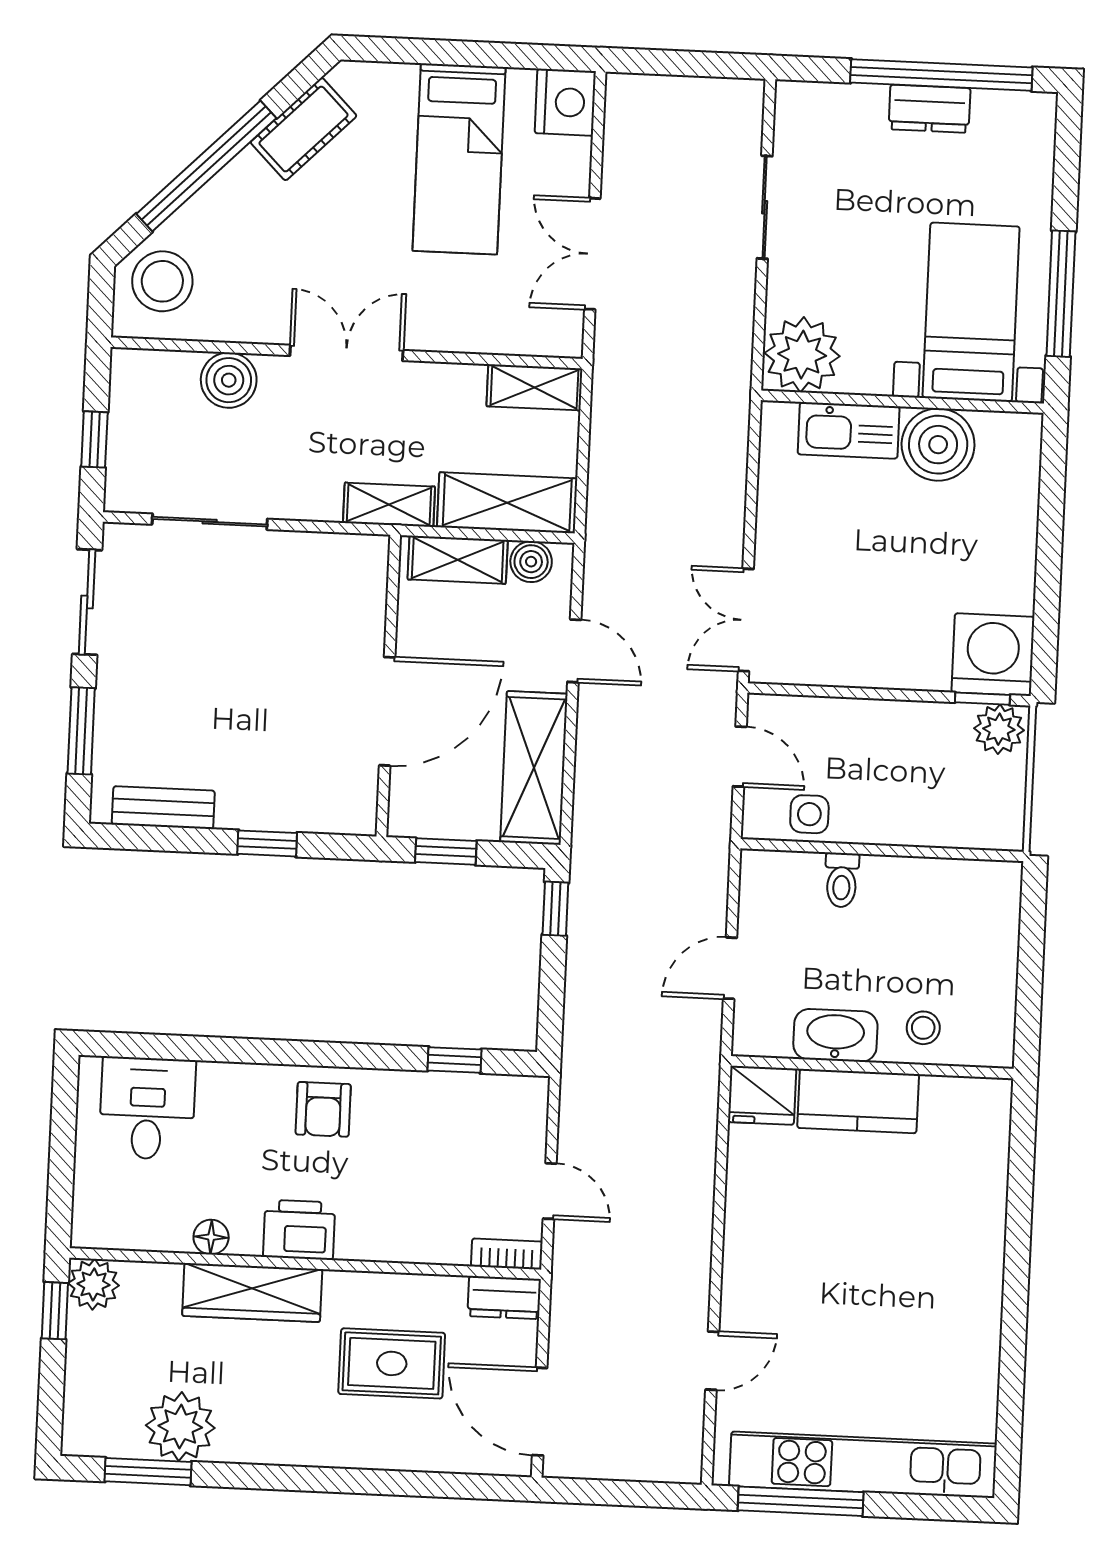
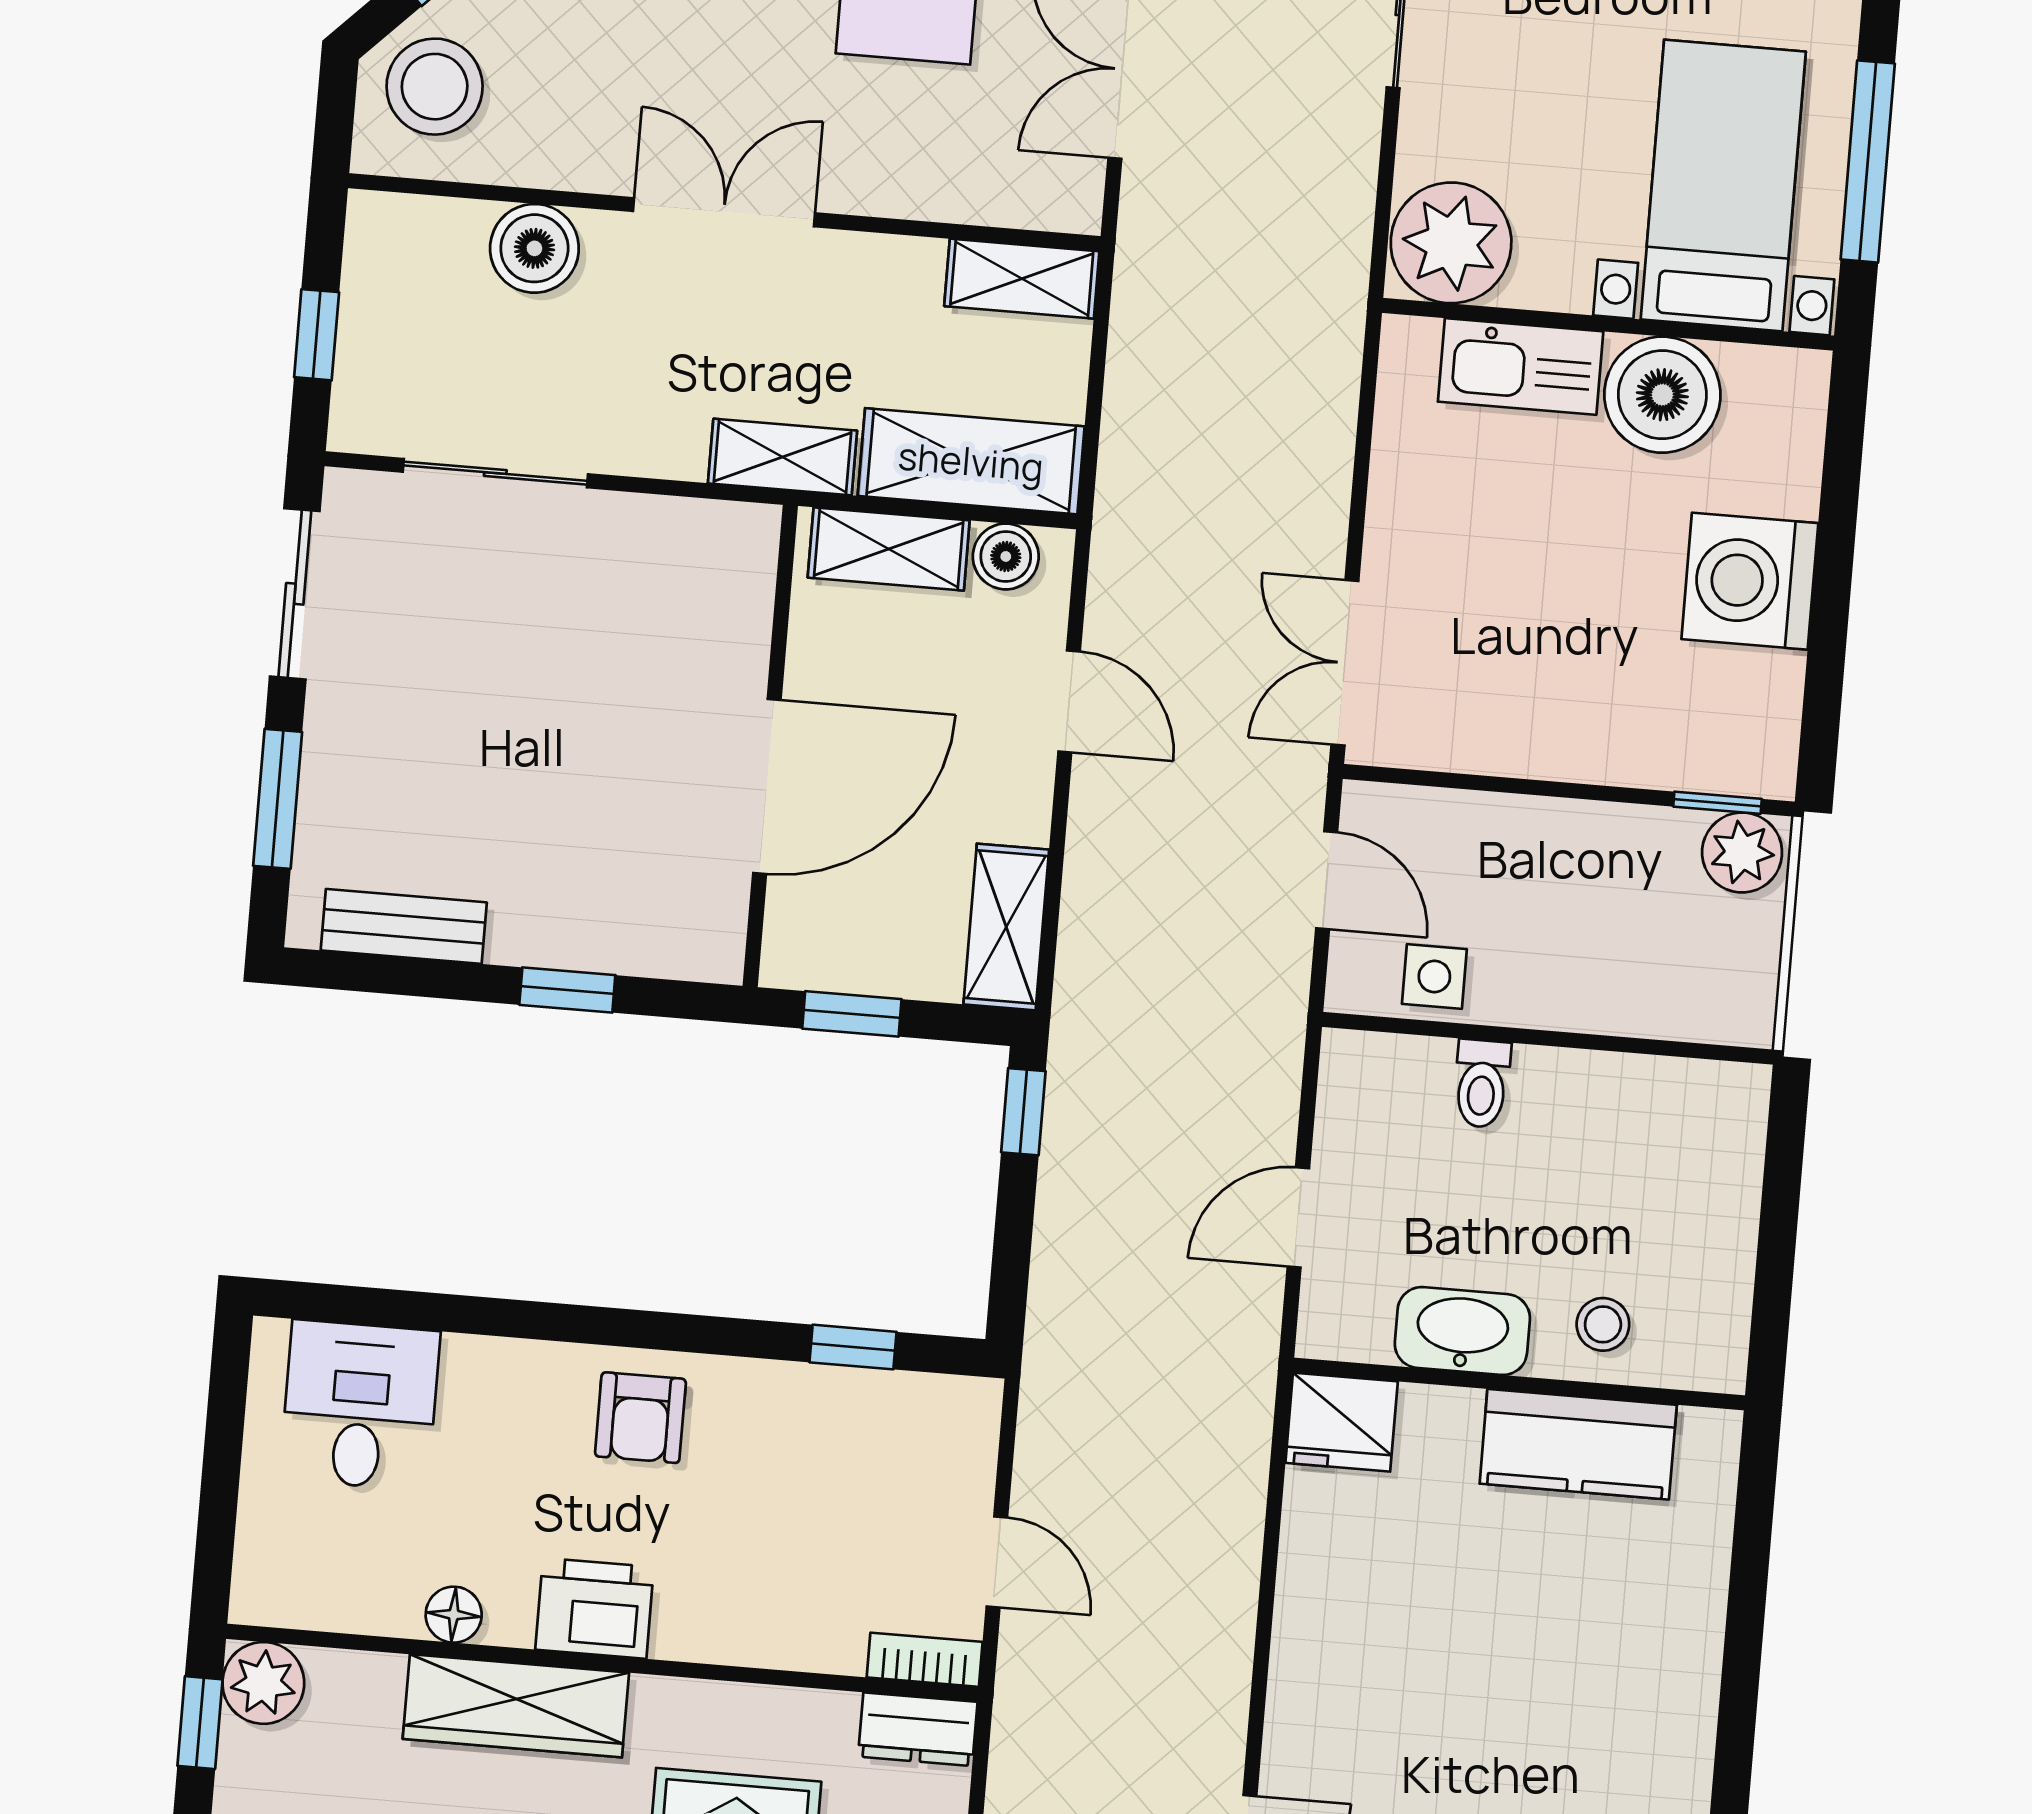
washing machine: (993, 655) -> (1750, 581), moved, turned -90
shelving: (534, 768) -> (1006, 927), width x0.67, depth x0.75
kitchen counter: (858, 1101) -> (1578, 1444), moved

